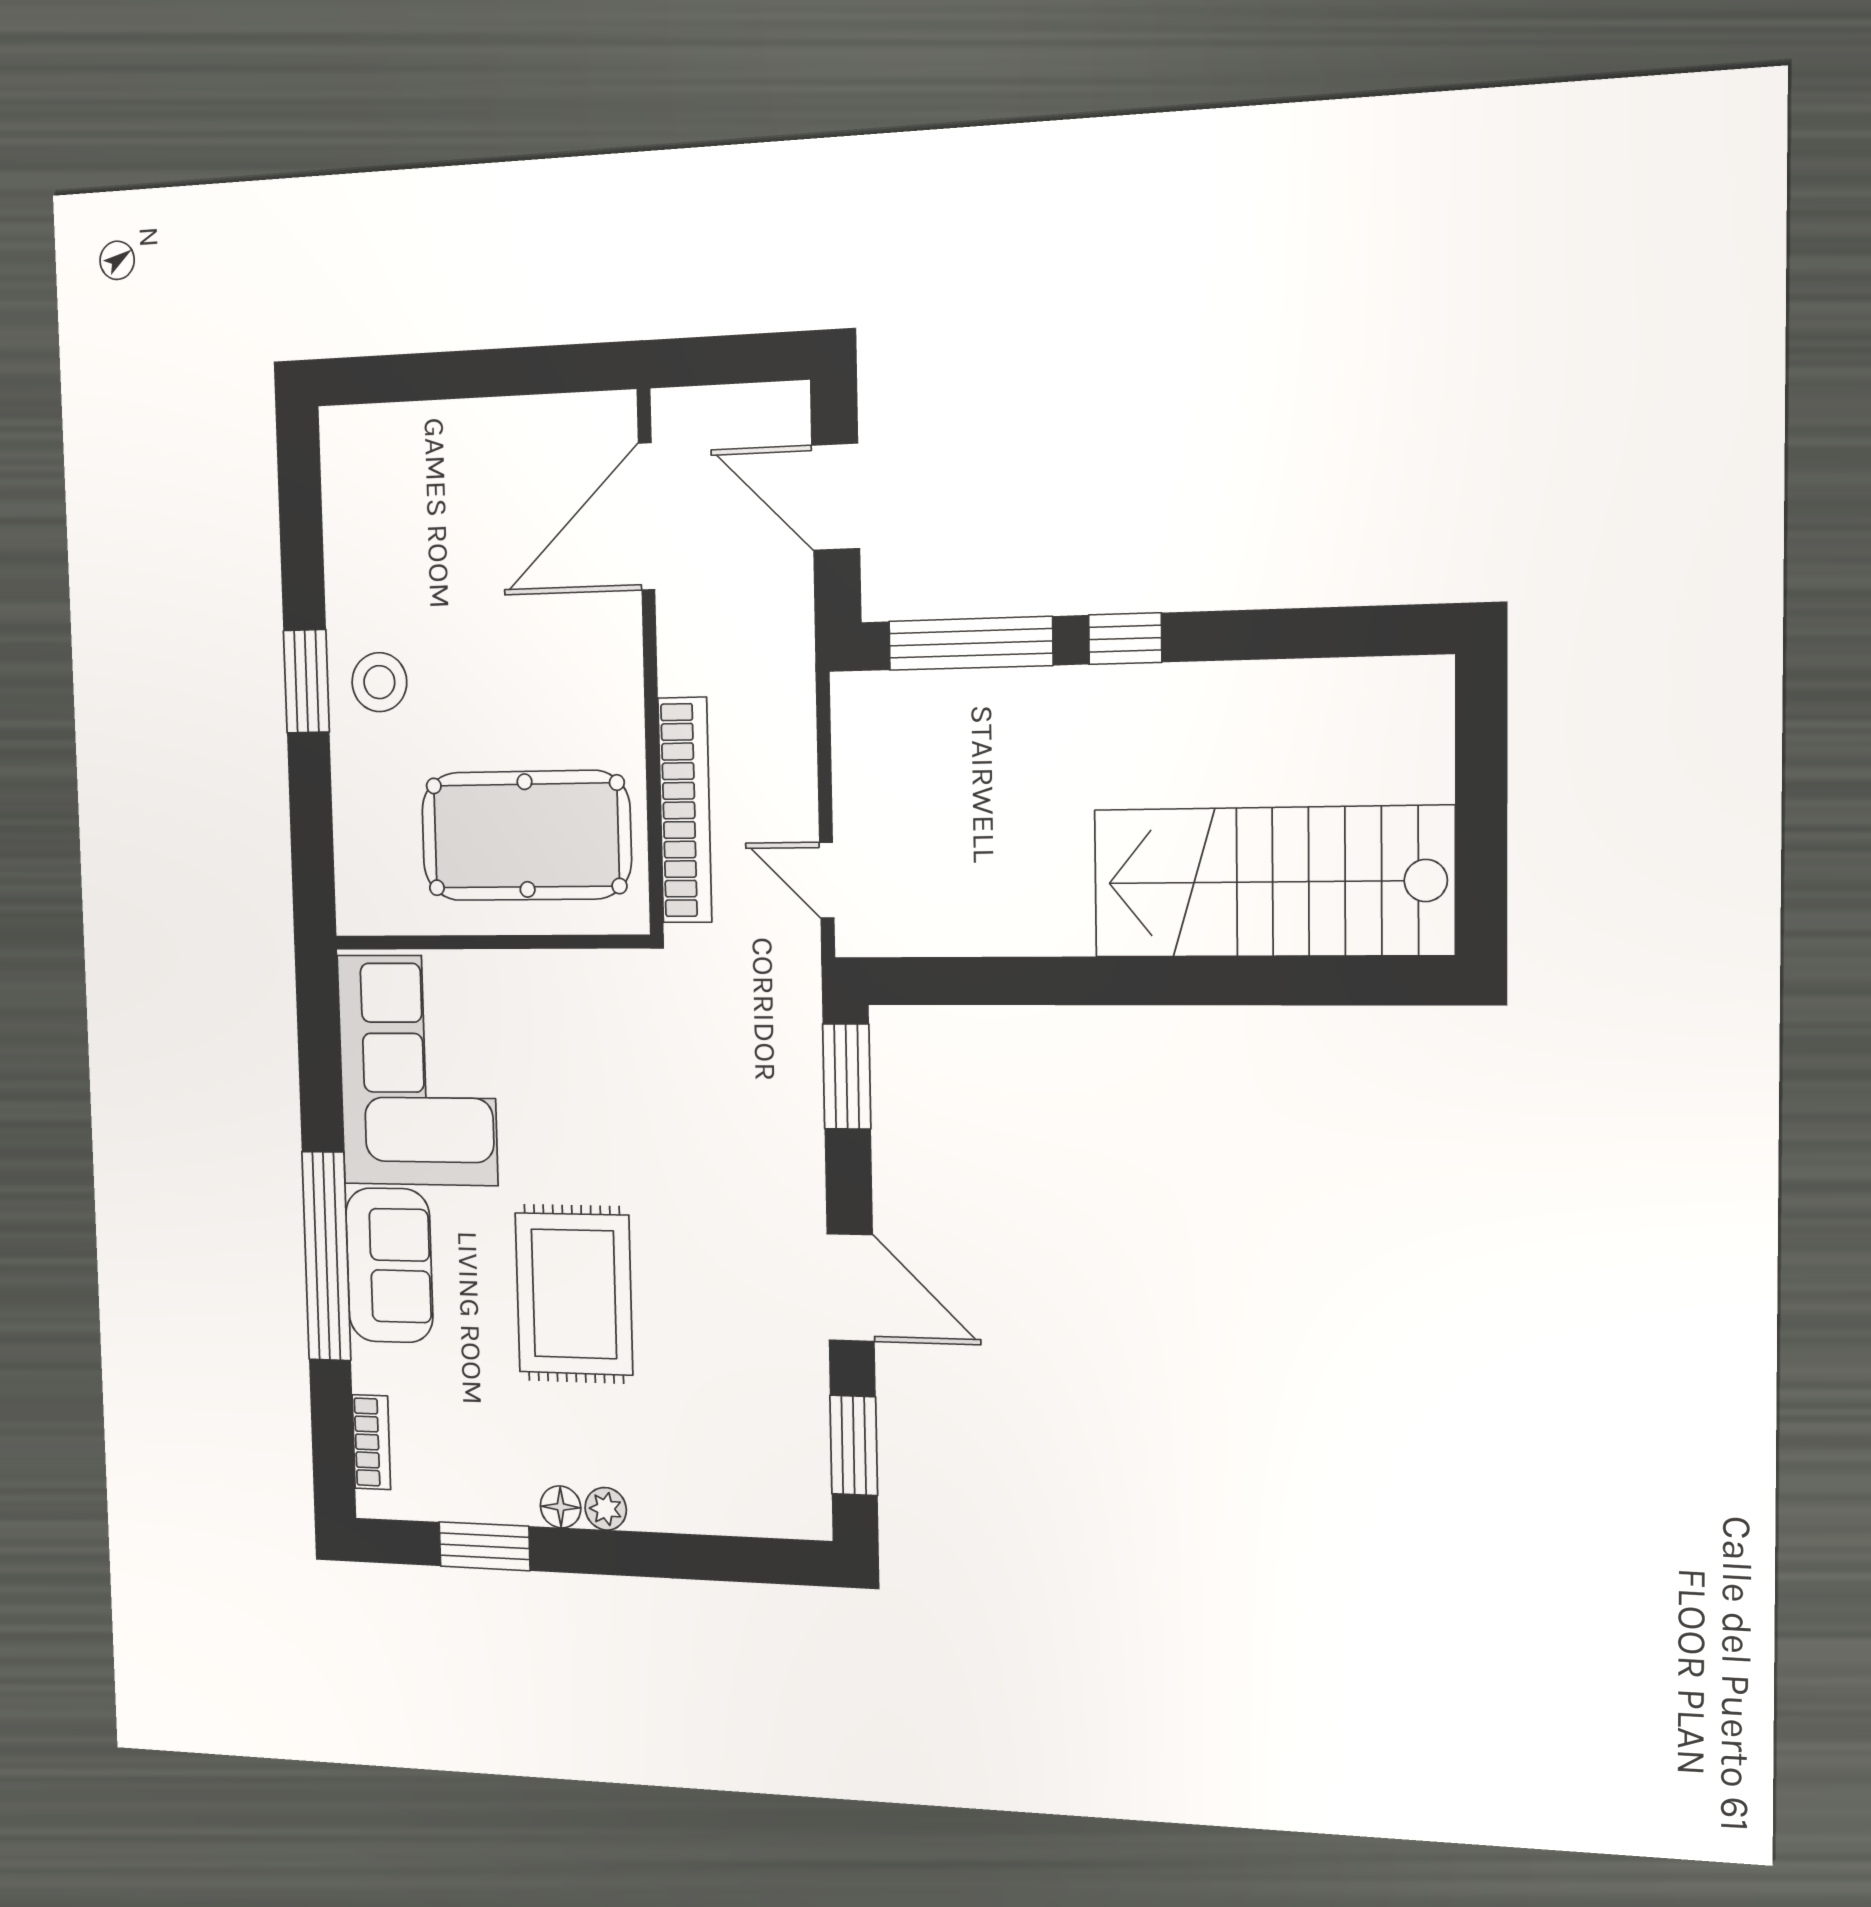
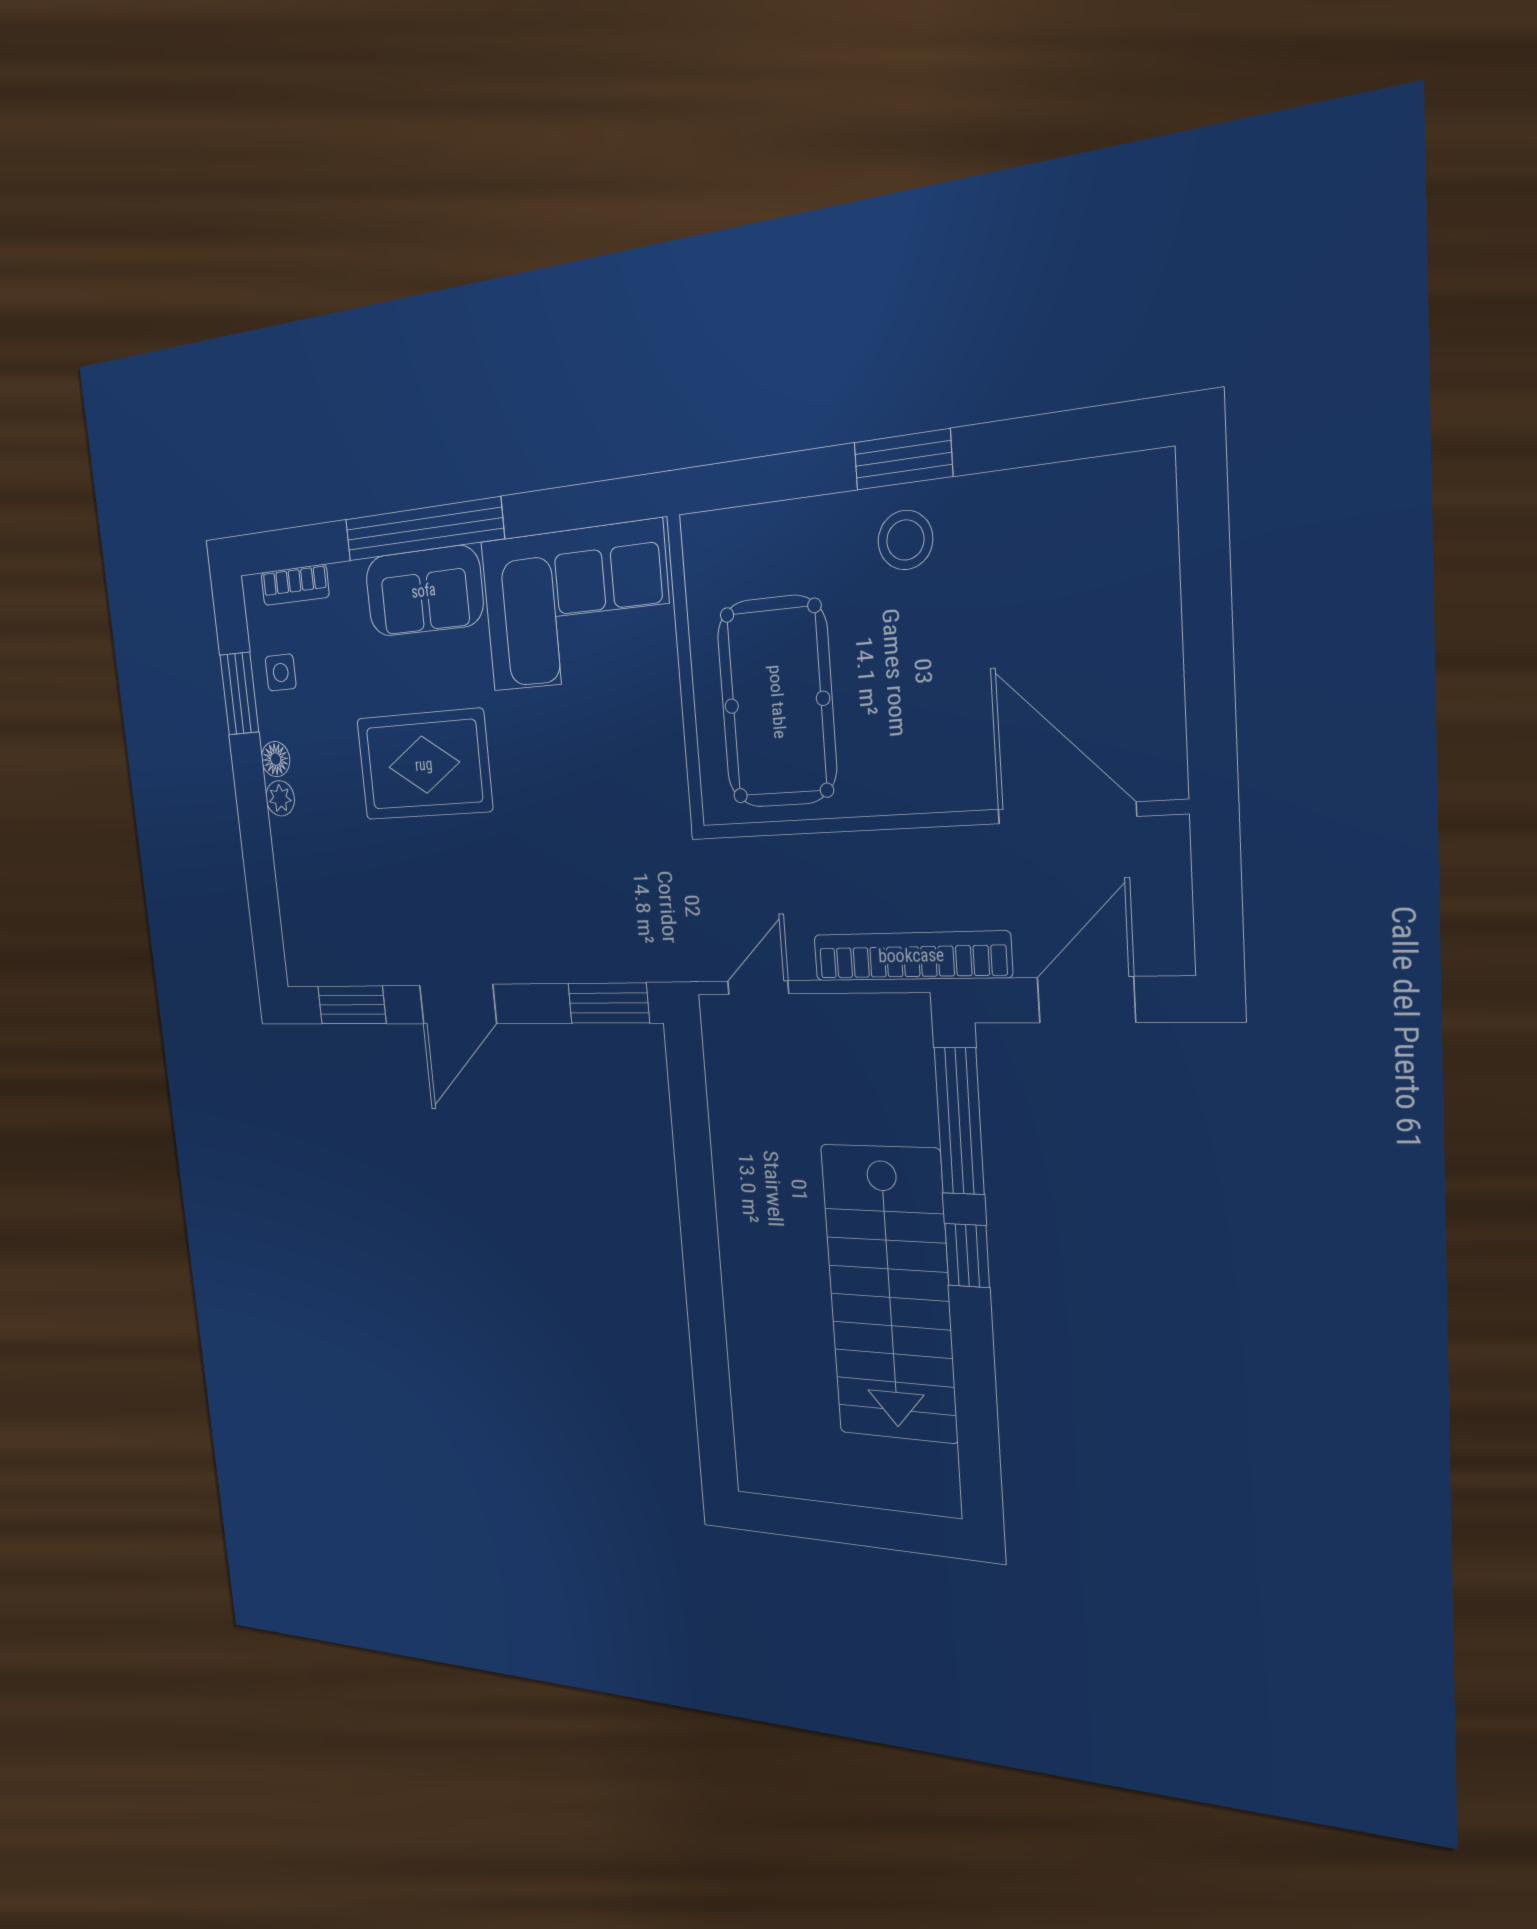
bookcase: (685, 810) -> (911, 956), moved, turned 180
stairs: (1273, 882) -> (889, 1294), moved, turned 180
side table: (464, 1481) -> (281, 672), added

